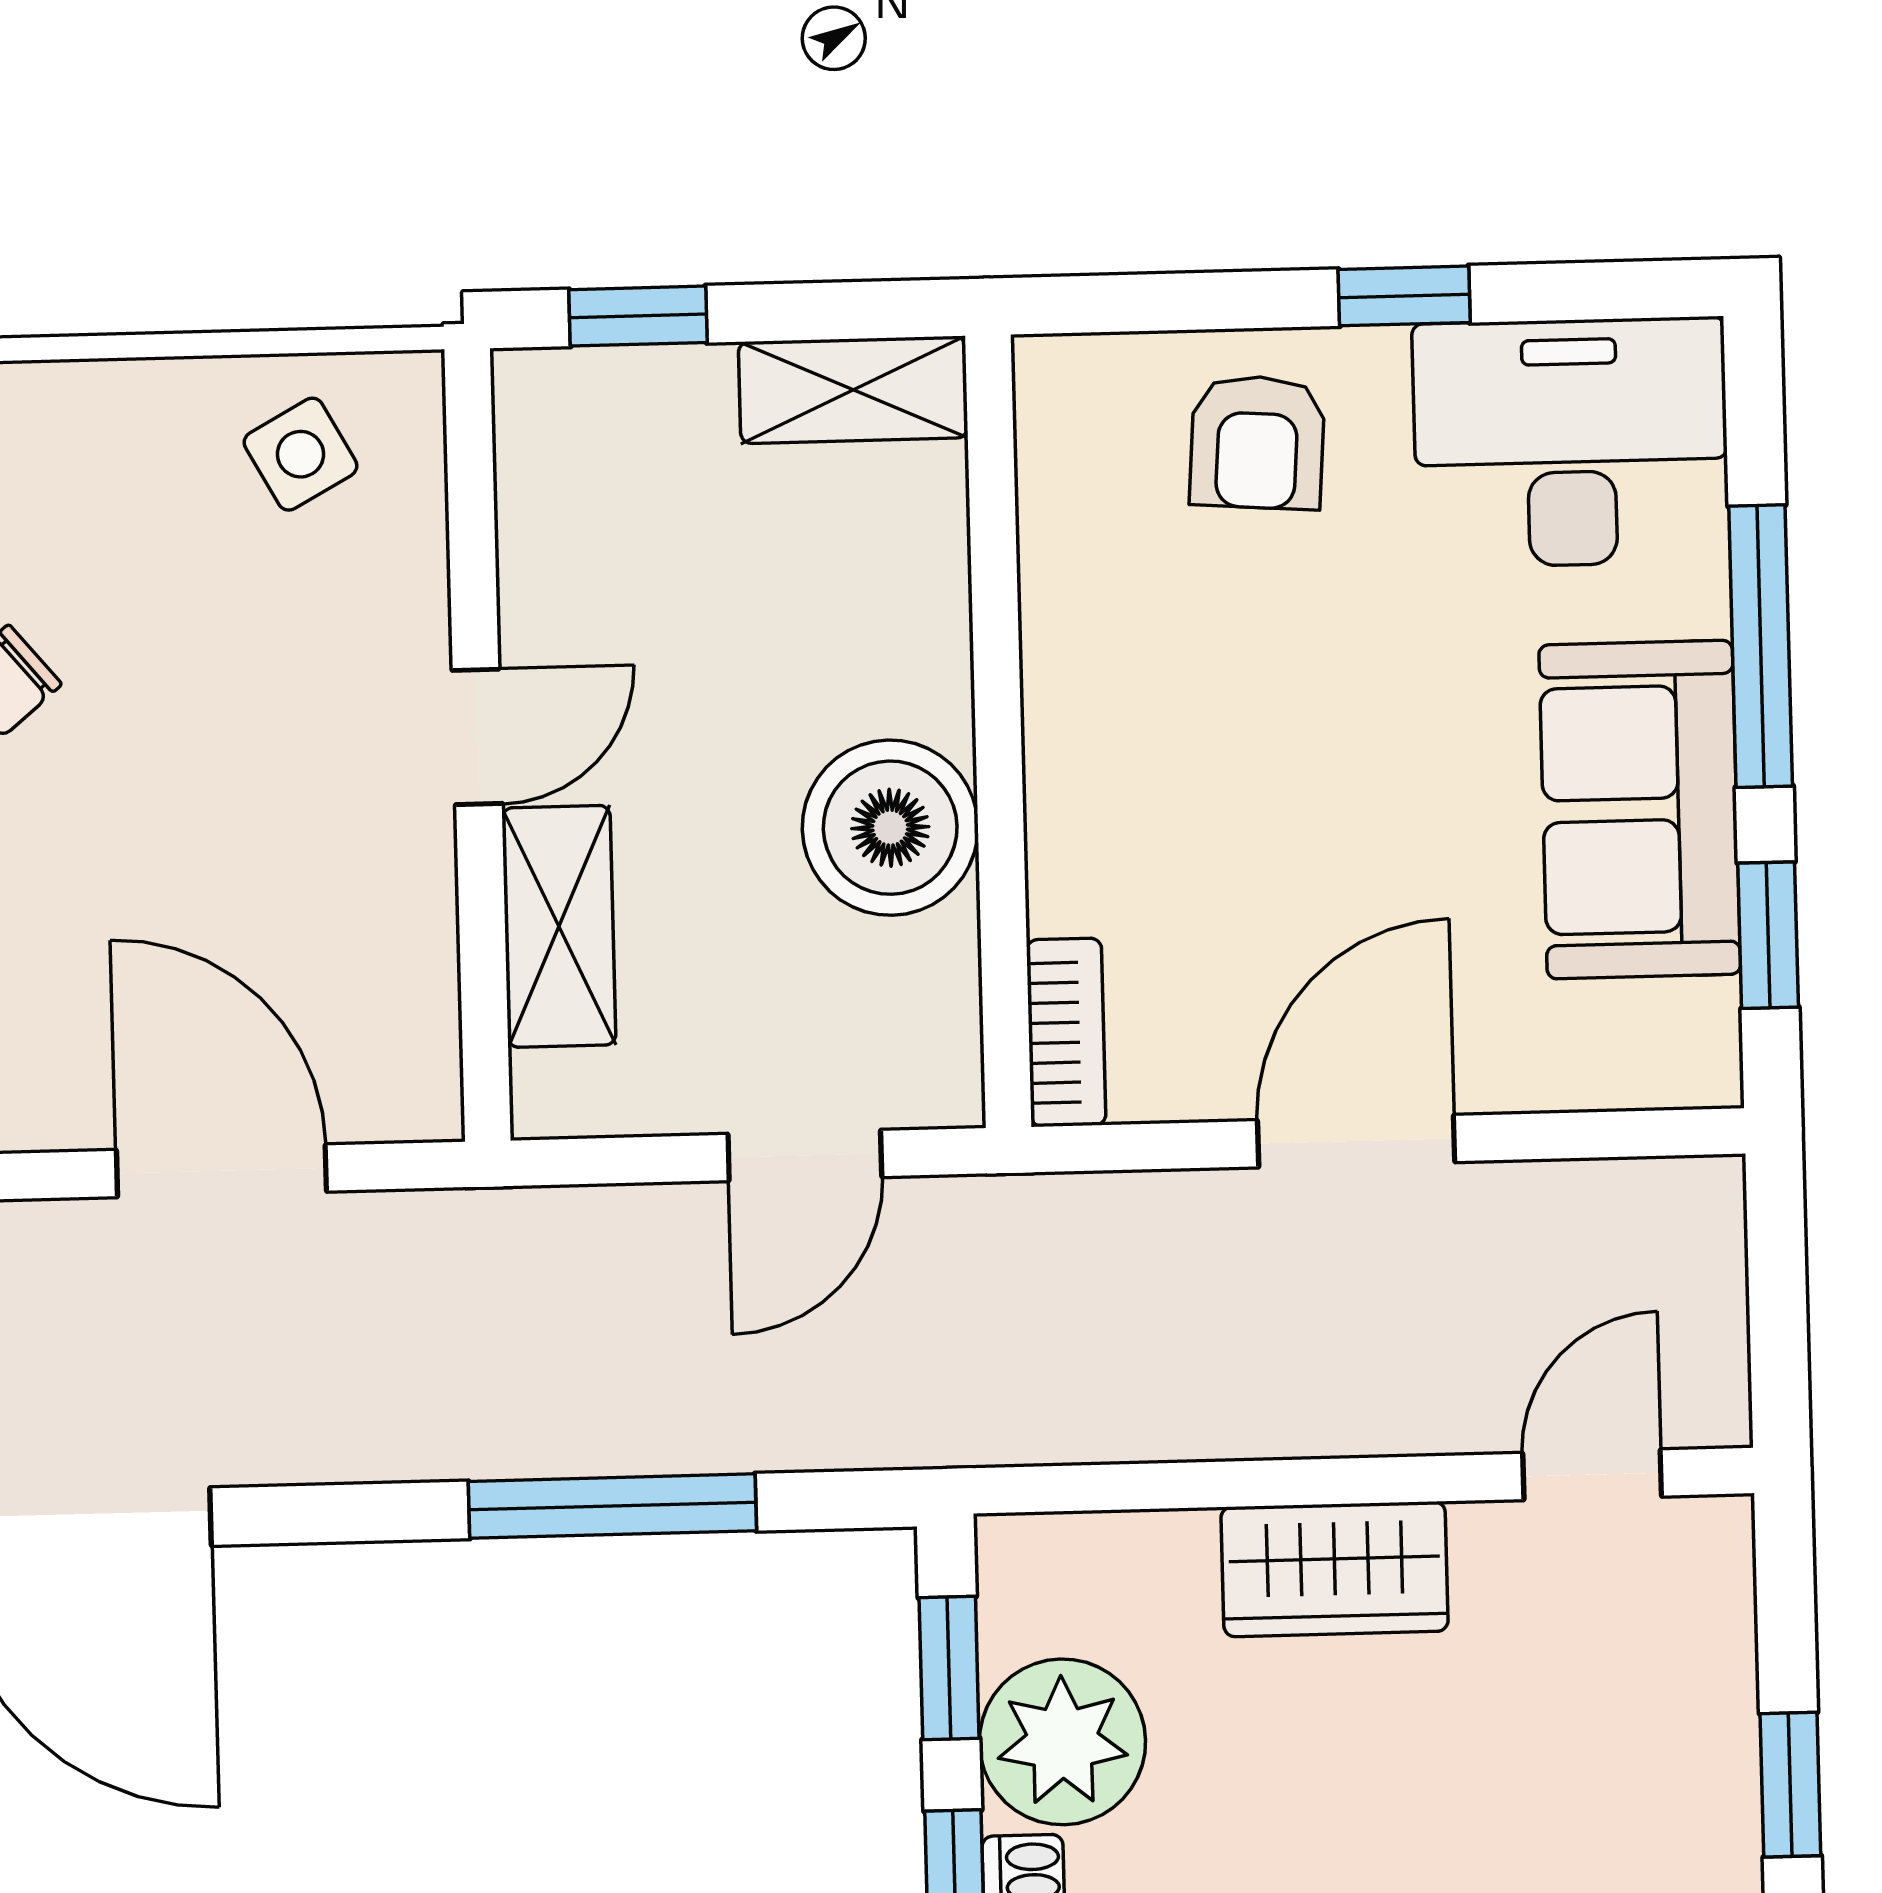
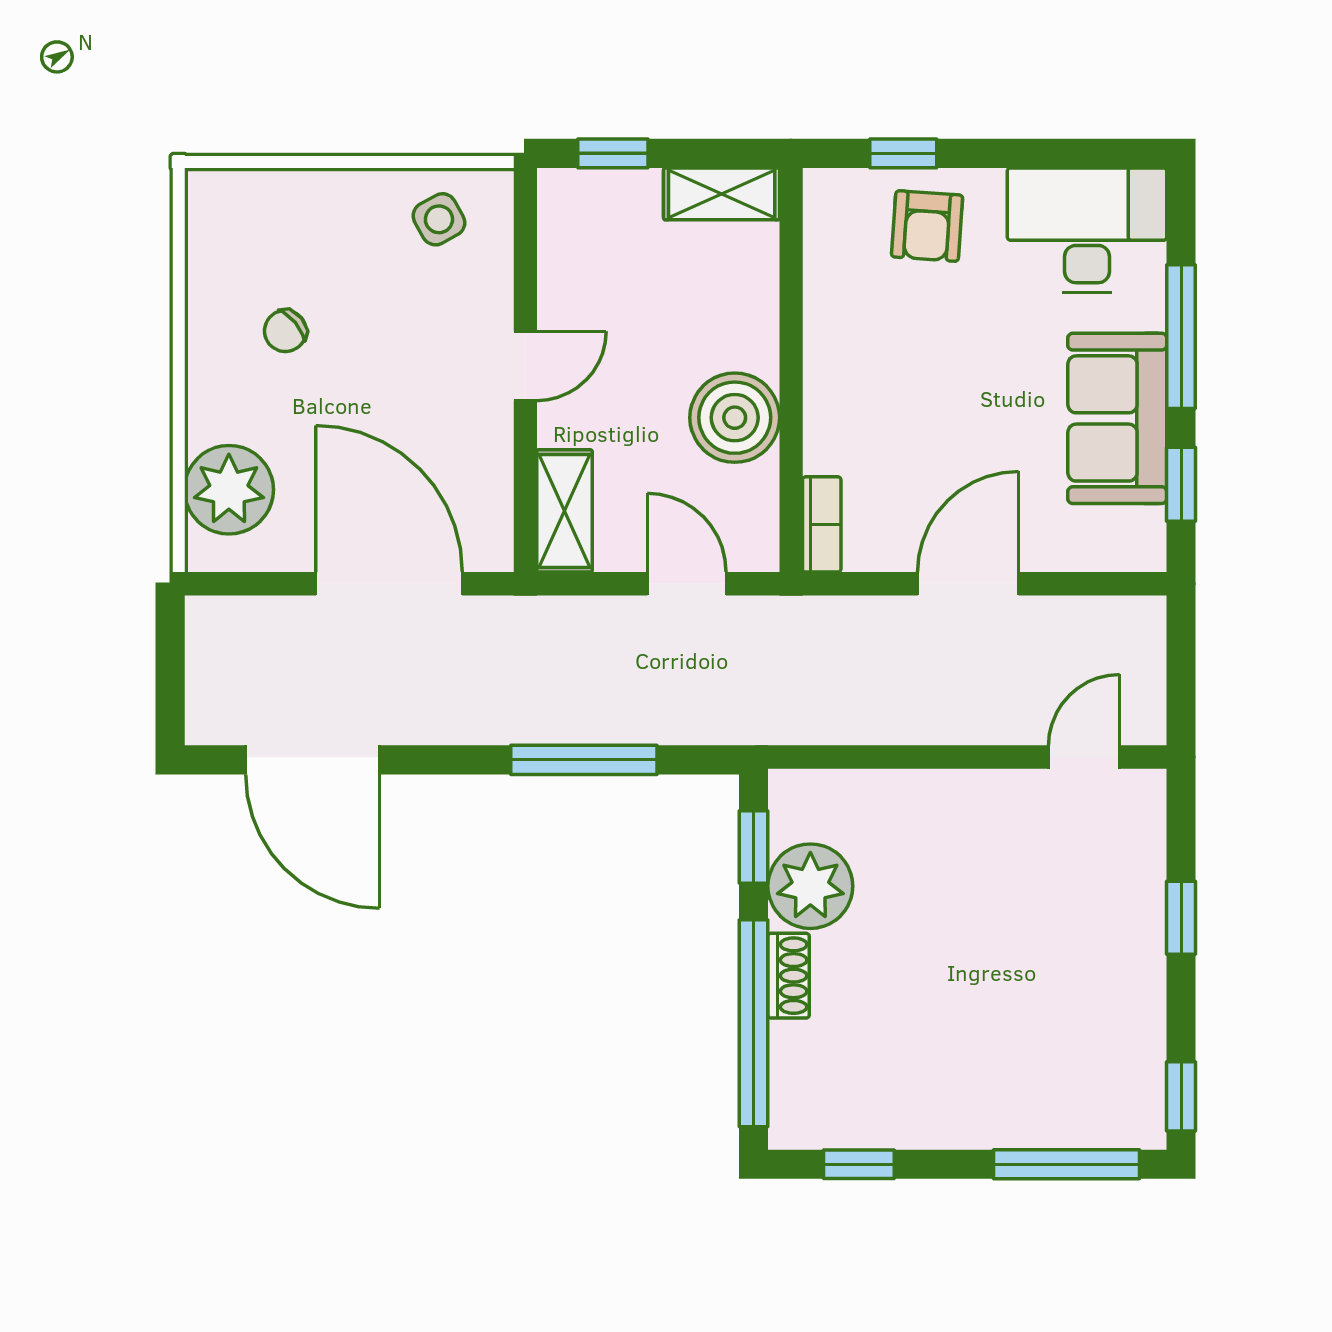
window: (1404, 296) -> (903, 153), moved
shelving: (559, 926) -> (564, 511), moved
door: (805, 1156) -> (687, 584), swing flipped
door: (221, 1171) -> (389, 584), width x1.36
wardrobe: (1335, 1569) -> (951, 802), removed

